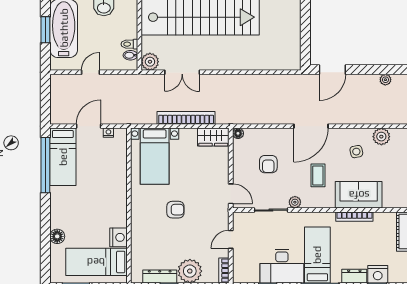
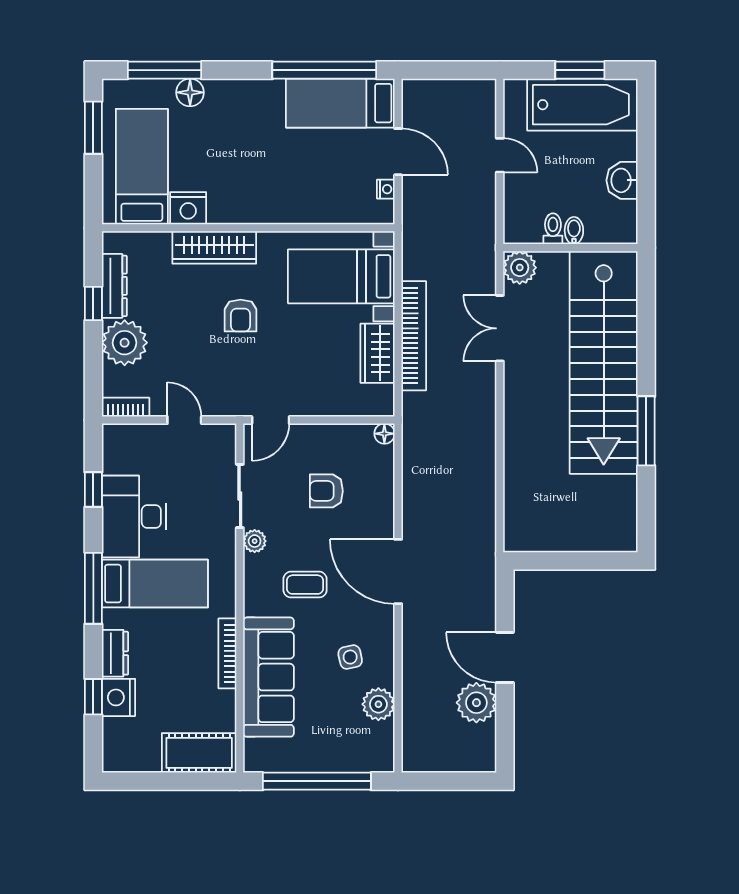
bidet: (130, 55) -> (574, 231), moved
door: (332, 70) -> (505, 657), moved
plant: (385, 80) -> (476, 703), width x1.88, depth x1.88
wardrobe: (213, 137) -> (378, 353), moved
sofa: (359, 195) -> (269, 677), width x1.36
wardrobe: (139, 224) -> (214, 247), added
window: (45, 250) -> (165, 70), added

